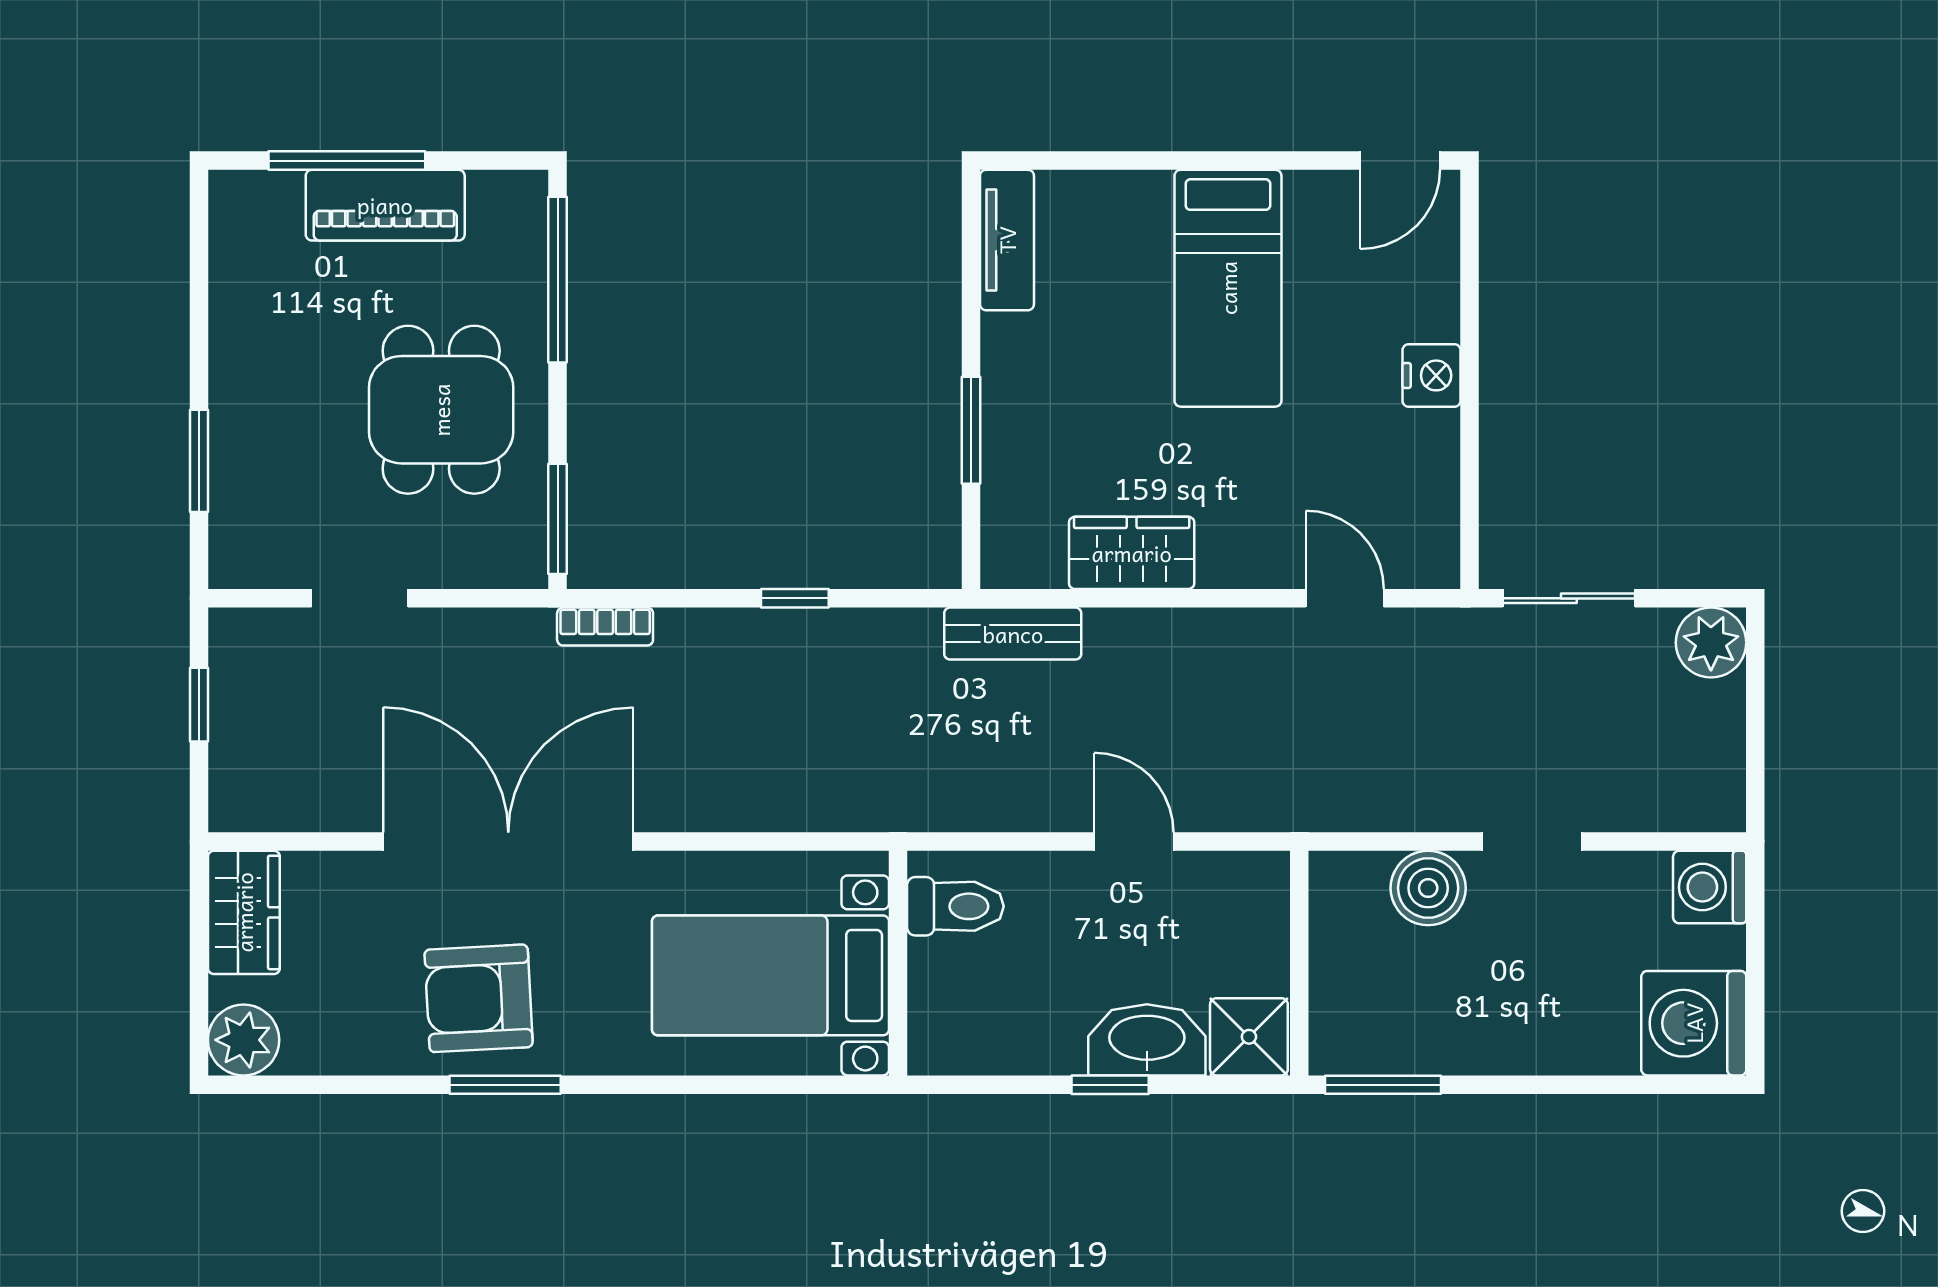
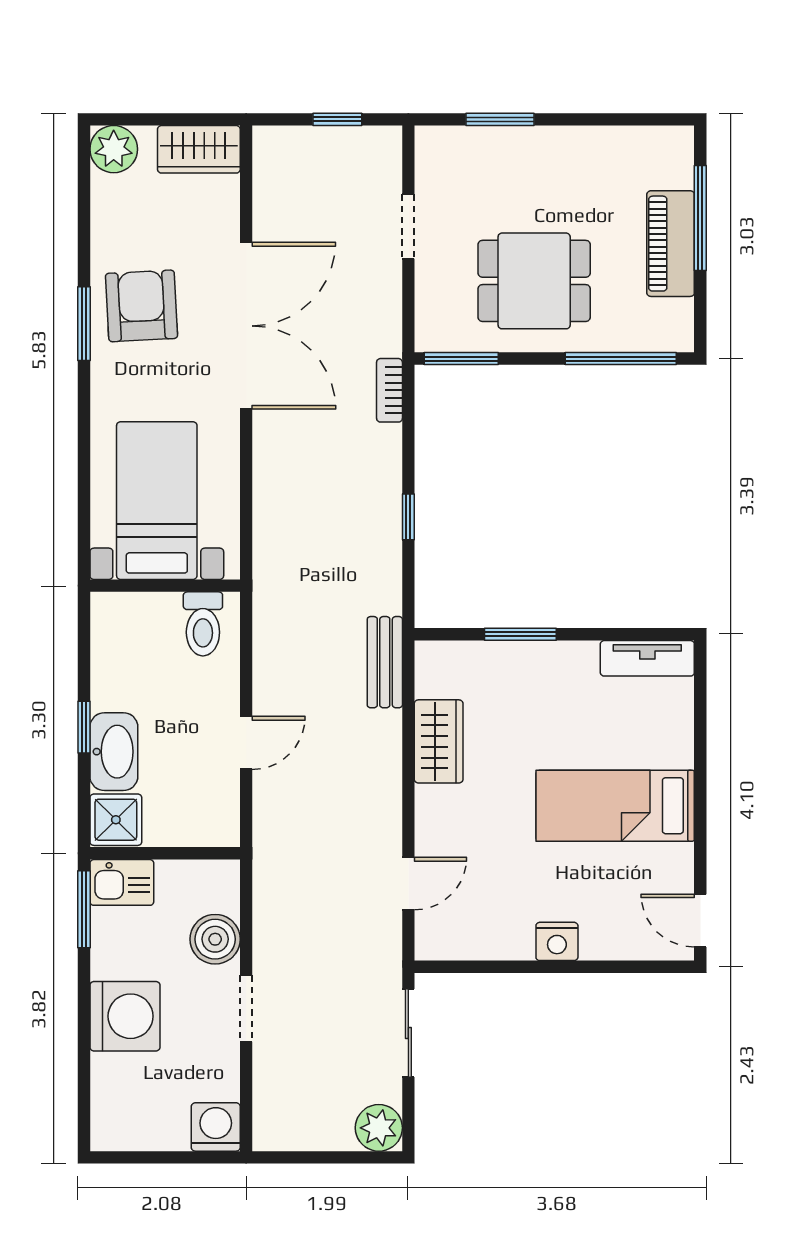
washing machine: (1694, 1023) -> (125, 1016), moved, turned 90
kitchen sink: (1343, 1028) -> (122, 882), added

